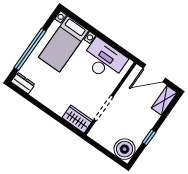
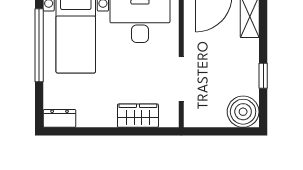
window: (30, 49) -> (39, 45), moved
wardrobe: (77, 119) -> (138, 116), moved

